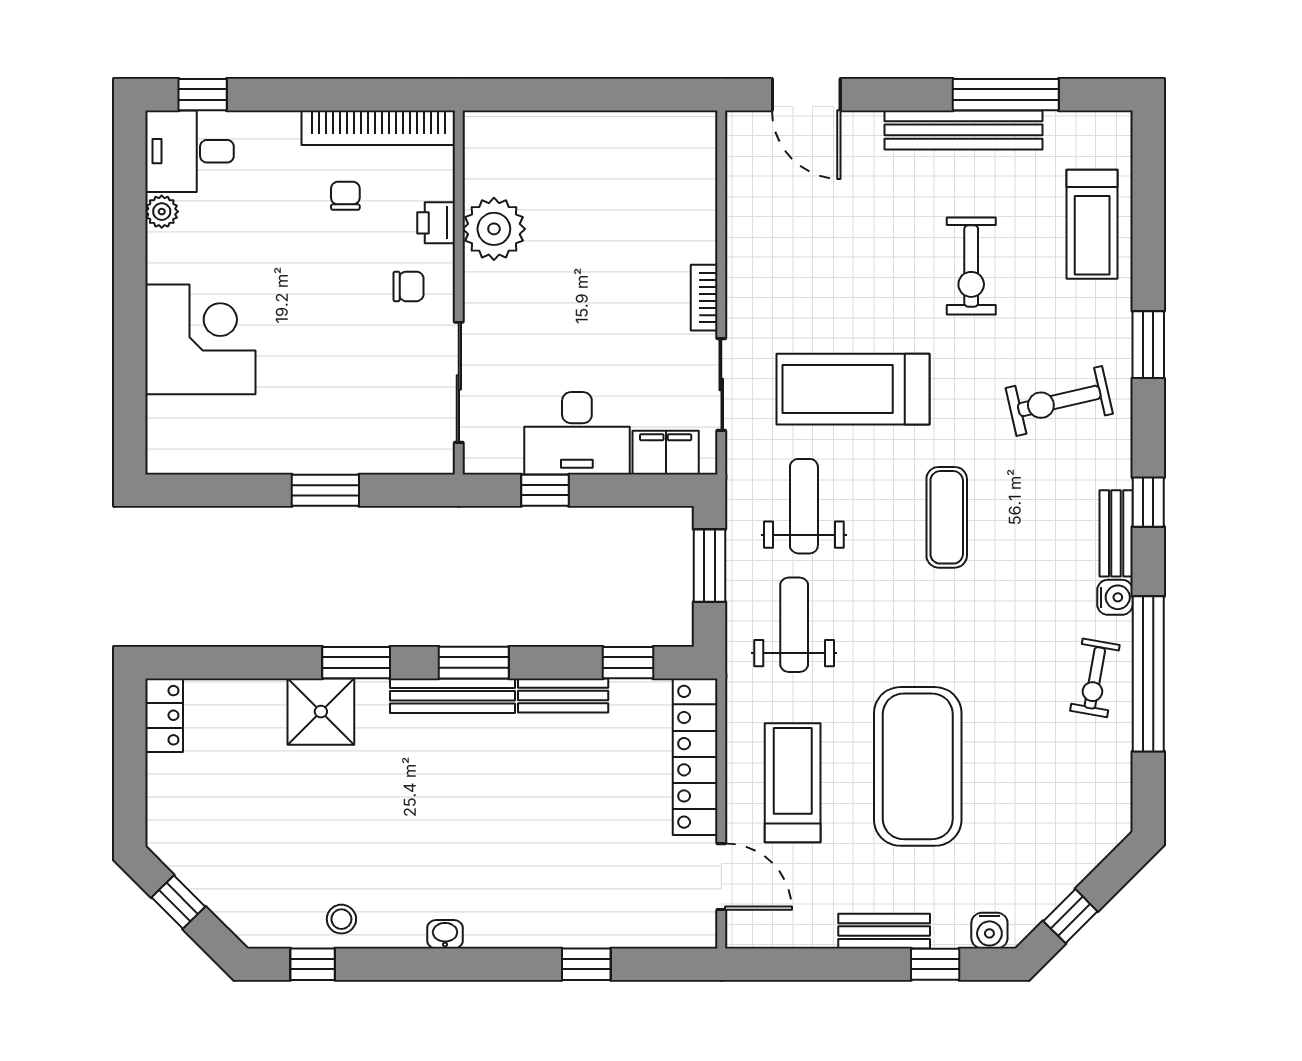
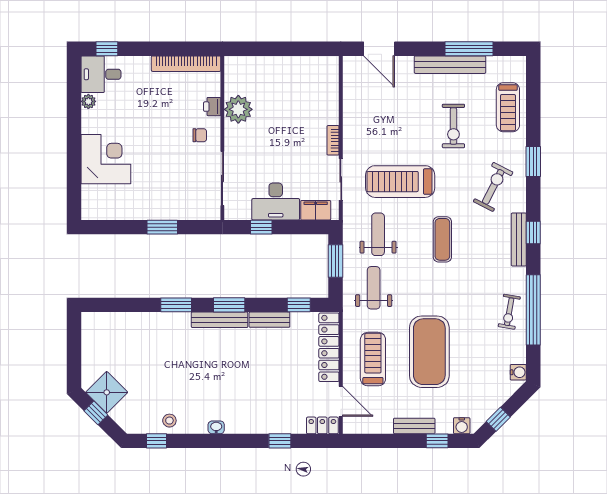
chair: (345, 196) -> (171, 94), removed
exercise bike: (1059, 401) -> (493, 187), turned 130
bench: (1116, 533) -> (519, 239), width x1.36
water cooler: (1115, 597) -> (518, 372), moved
shower: (321, 712) -> (107, 392), moved, turned 45
locker: (164, 715) -> (322, 425), moved, turned -90

